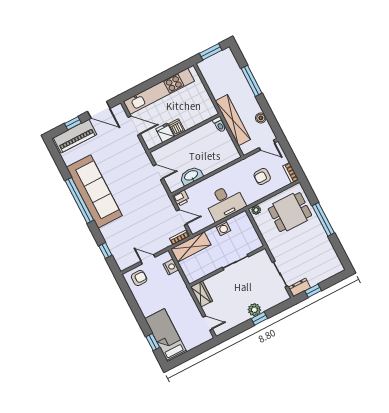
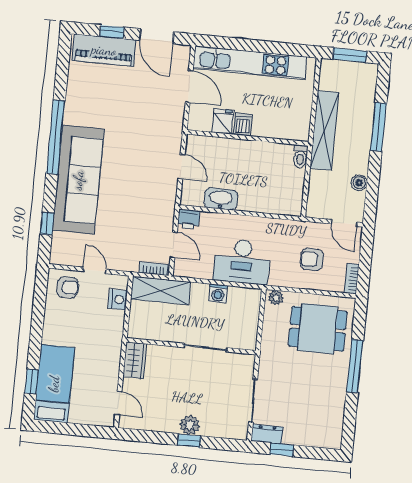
shelving: (233, 120) -> (324, 130), moved
sofa: (94, 191) -> (78, 180), moved

